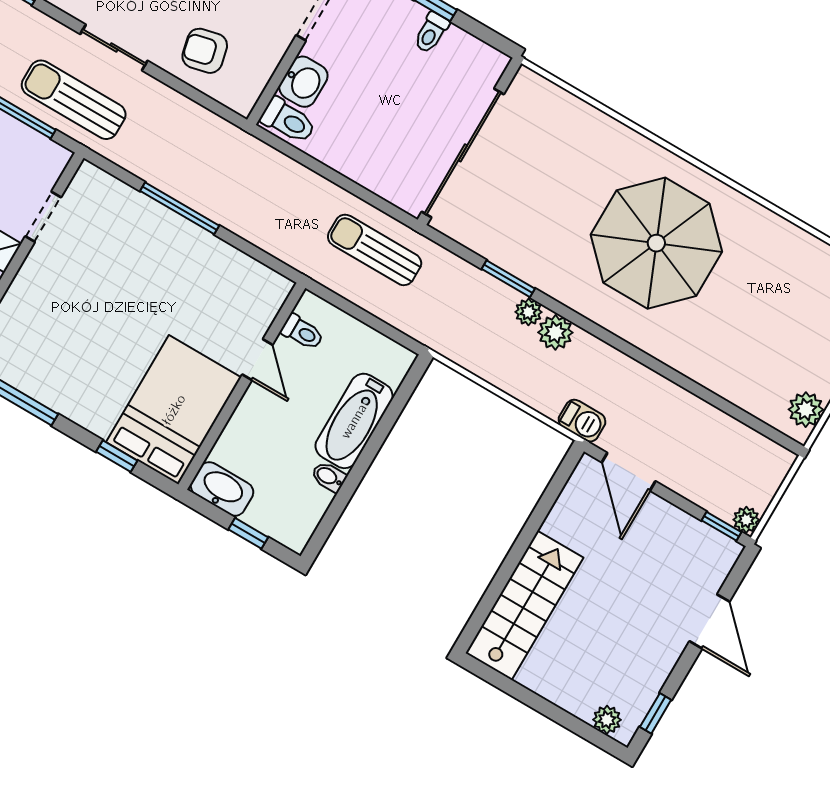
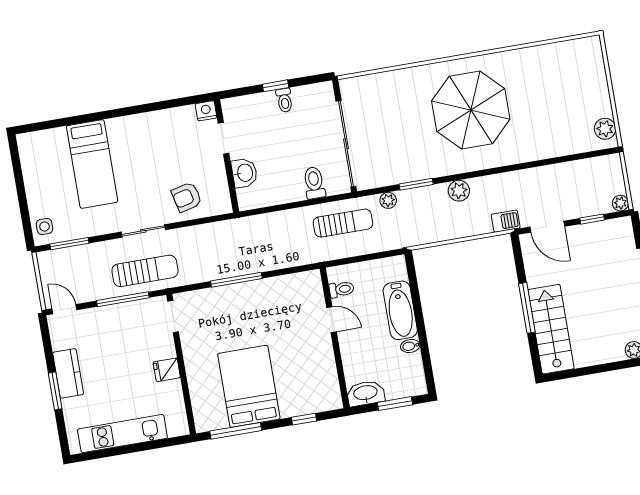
sun lounger: (74, 100) -> (145, 271), turned 180
toilet: (288, 121) -> (314, 183), moved, turned -90
doorway: (43, 217) -> (173, 317), moved
sun lounger: (375, 250) -> (343, 223), turned 180
plant: (529, 312) -> (388, 200), moved
bed: (174, 410) -> (249, 386), moved
window: (722, 526) -> (592, 219), moved
window: (248, 533) -> (395, 404), width x1.50
window: (517, 553) -> (527, 308), added

